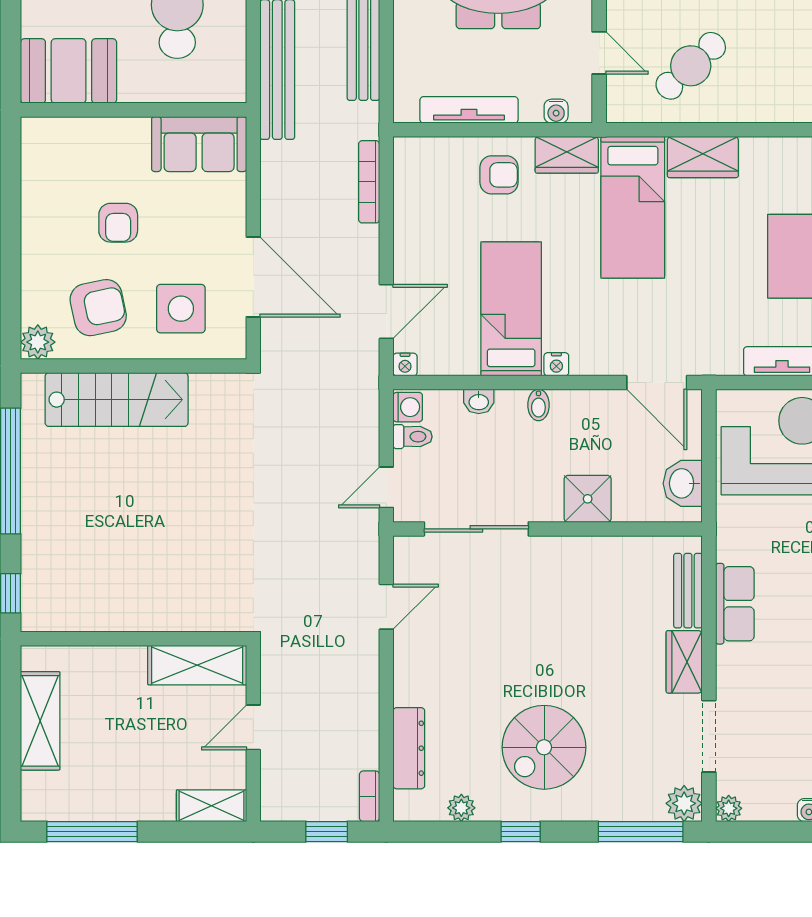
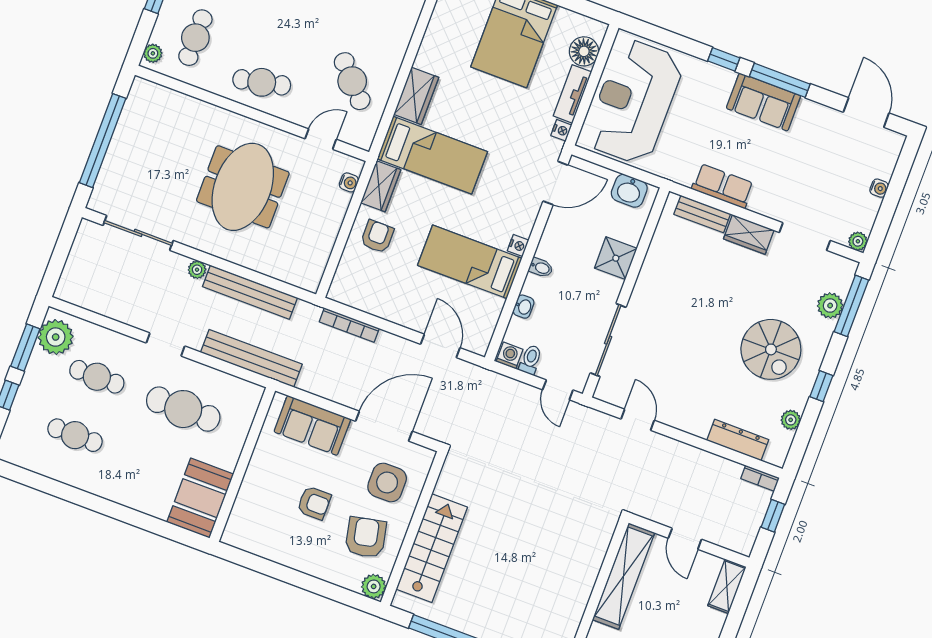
tv unit: (469, 110) -> (326, 240), removed
sofa: (199, 144) -> (312, 425), moved, turned 90
nightstand: (405, 365) -> (561, 130), moved
shelving: (197, 665) -> (624, 576), width x1.47
plant: (684, 803) -> (830, 306), moved

